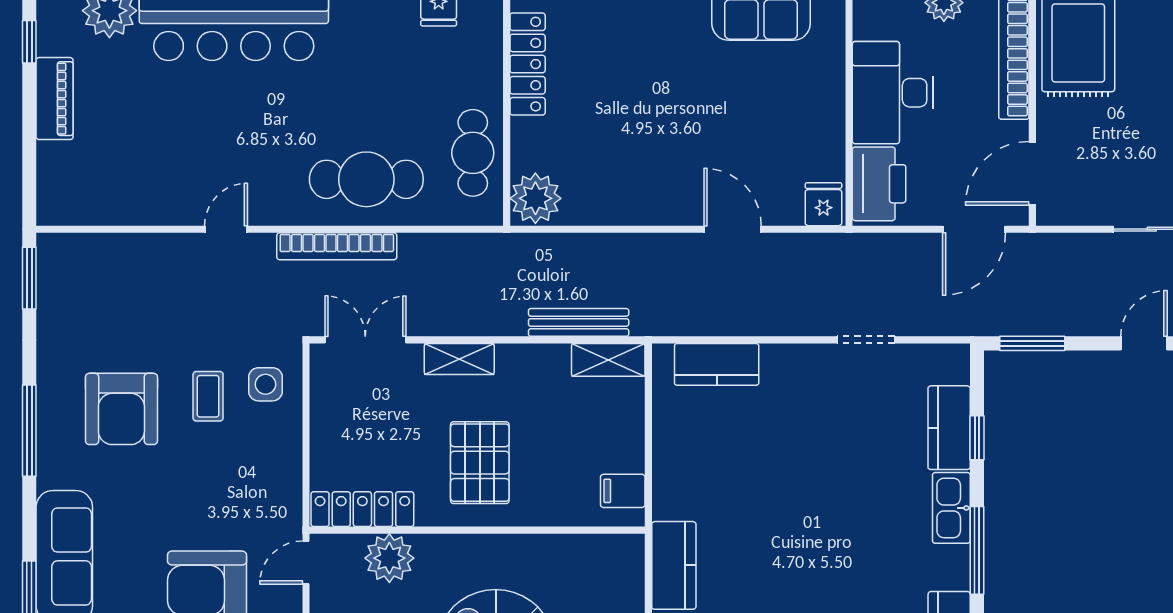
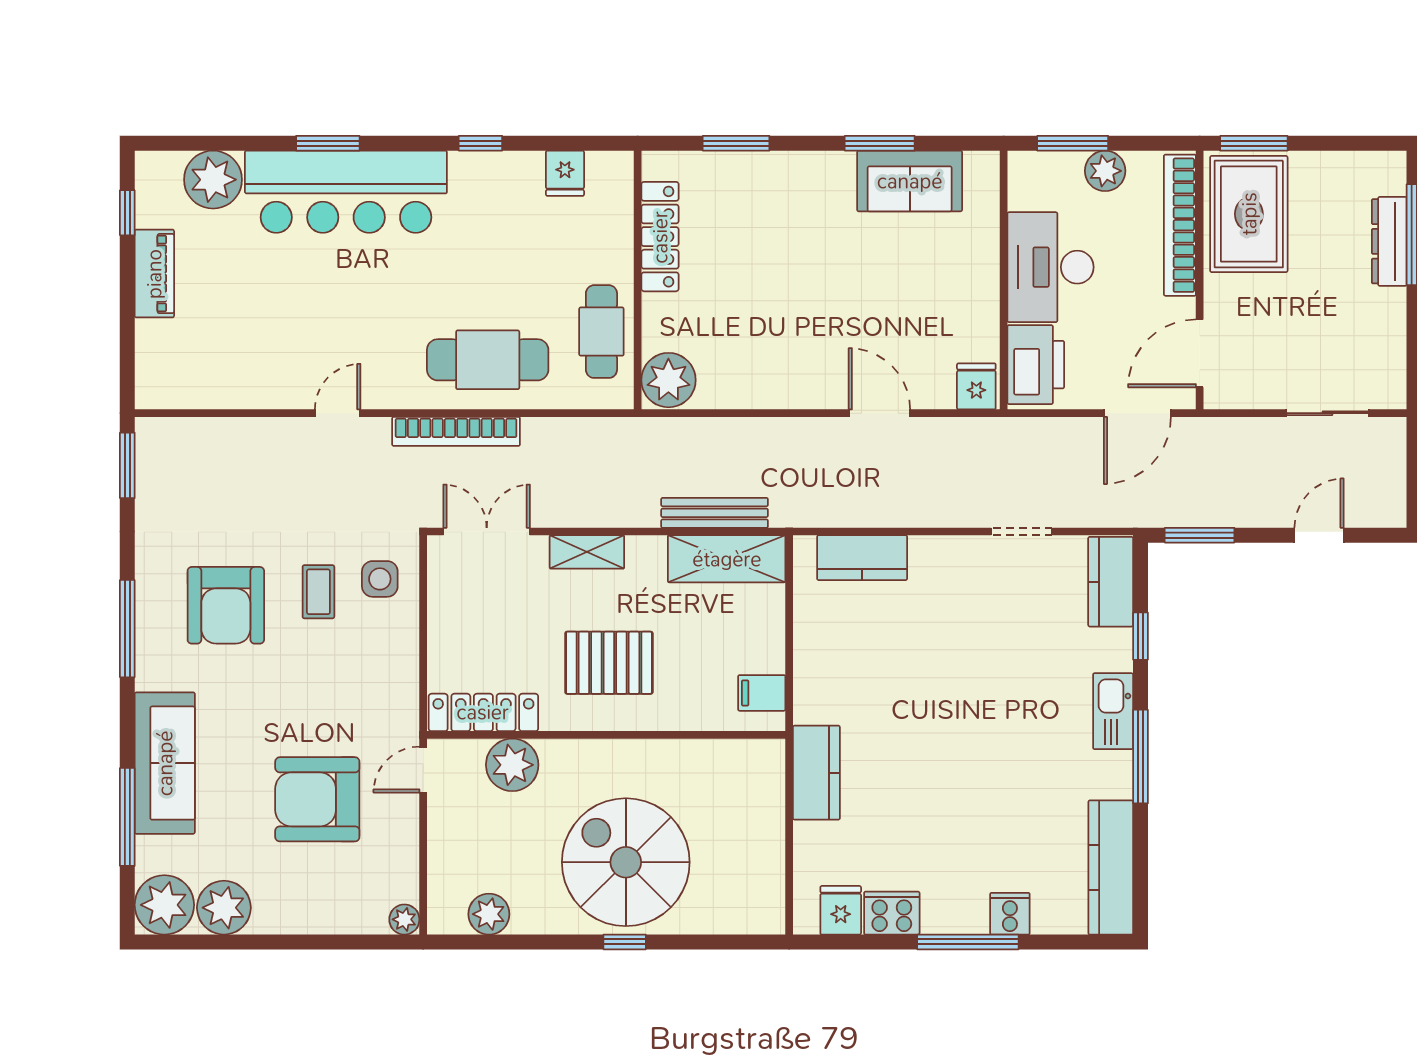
shelving: (608, 360) -> (727, 559), width x1.50, depth x1.33
kitchen counter: (949, 428) -> (1111, 582), moved
pallet: (480, 463) -> (609, 663), turned 90

